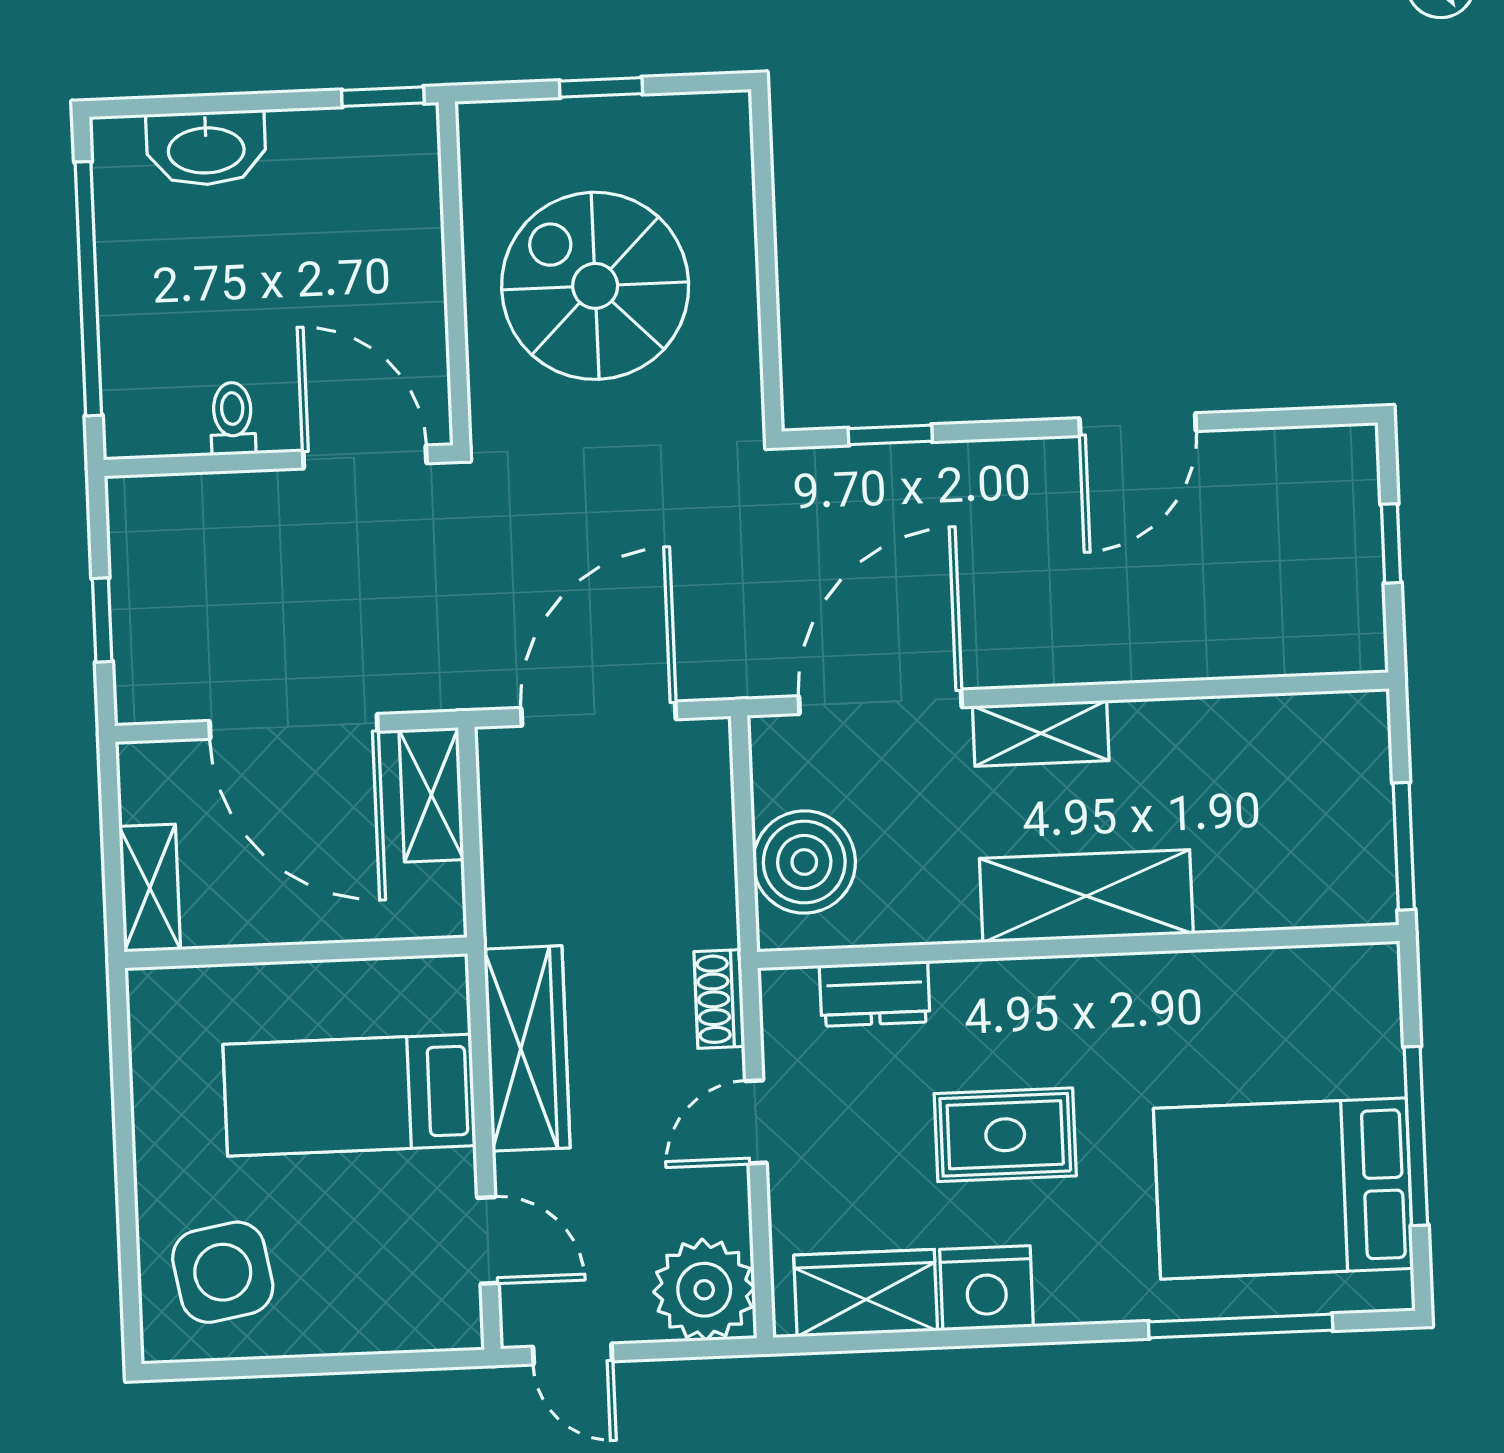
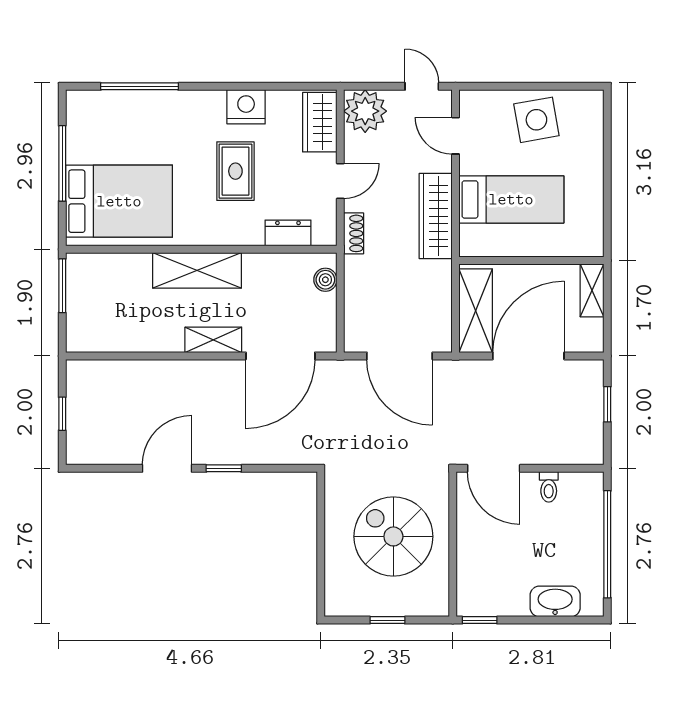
spiral stairs: (595, 286) -> (393, 536), turned 180
window: (890, 435) -> (224, 468), moved
door: (599, 714) -> (400, 356), hinge flipped
door: (294, 726) -> (528, 356), hinge flipped
shelving: (431, 795) -> (476, 311), width x1.50, depth x1.33
boiler: (804, 862) -> (325, 280), width x0.54, depth x0.54
rug: (1005, 1135) -> (235, 171), turned 90
bed: (1283, 1188) -> (119, 201), moved
side table: (223, 1272) -> (536, 120), moved
wardrobe: (866, 1293) -> (320, 122), moved, turned 90

